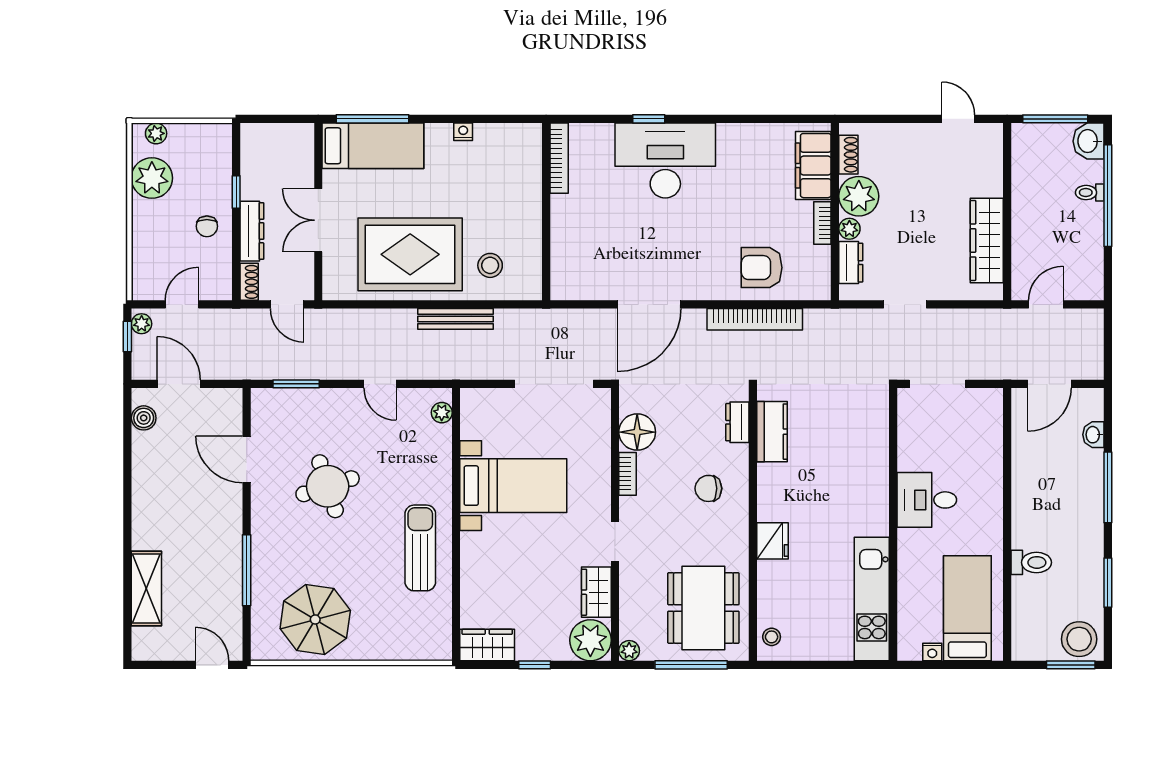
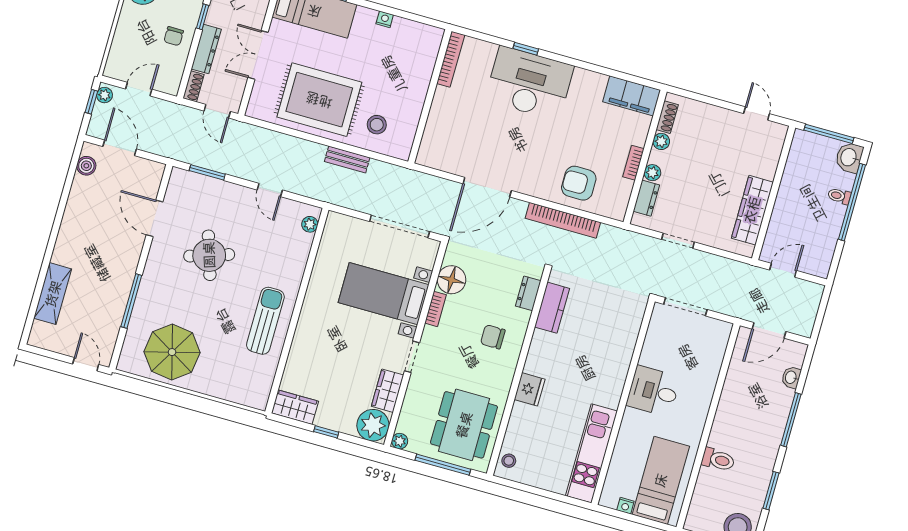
filing cabinet: (813, 166) -> (632, 96), moved, turned -90
plant: (859, 196) -> (661, 141), width x0.53, depth x0.53
bench: (455, 319) -> (347, 159), width x0.73
bed with nightstands: (513, 486) -> (384, 294), moved, turned 180

